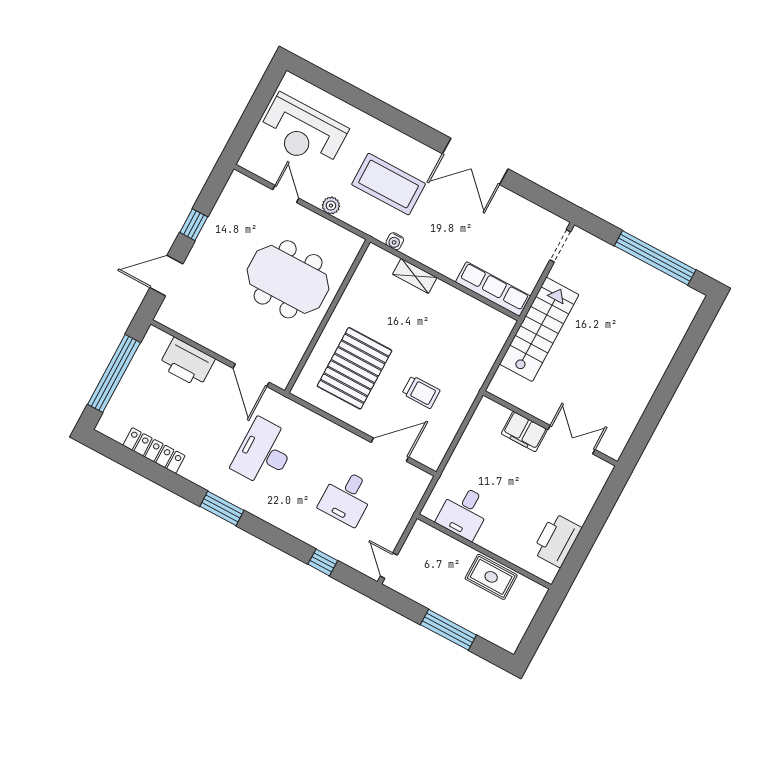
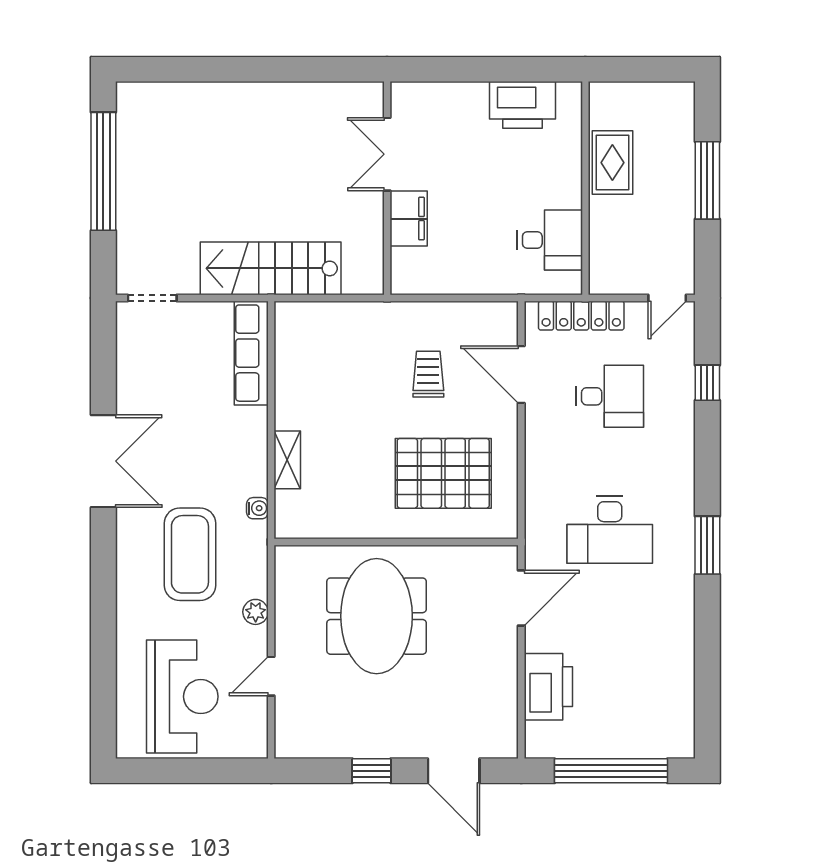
locker: (154, 451) -> (581, 316), moved, turned -90

